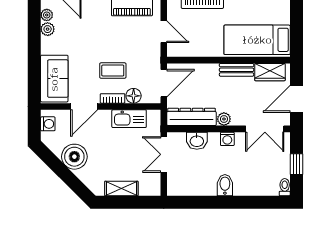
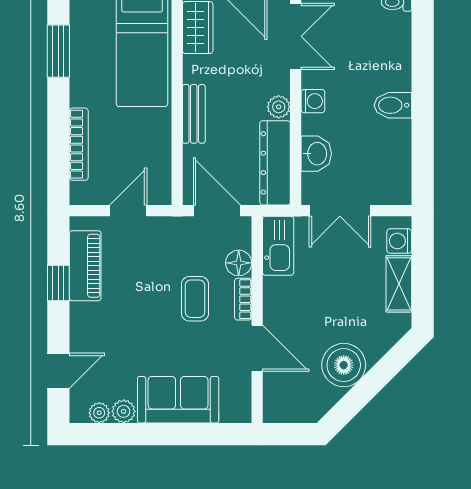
bench: (237, 70) -> (194, 114), moved
sofa: (54, 79) -> (178, 400), moved
kitchen sink: (129, 119) -> (278, 246), moved
washing machine: (48, 124) -> (399, 241), moved, turned -90

